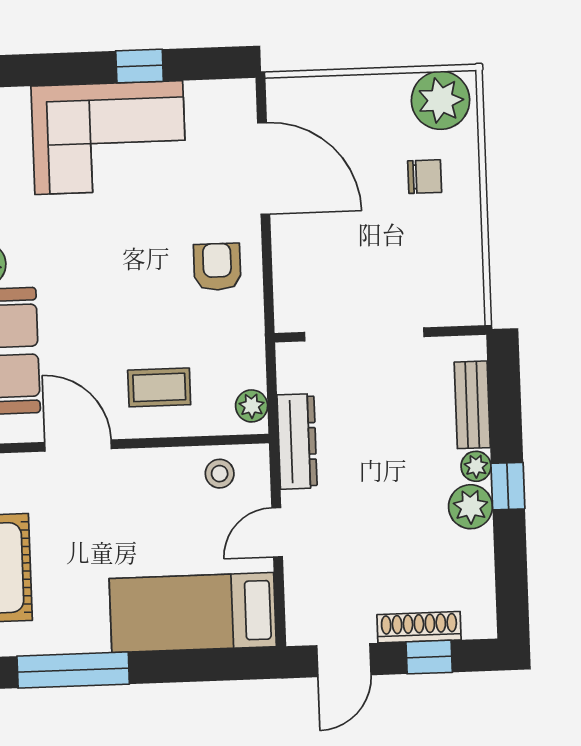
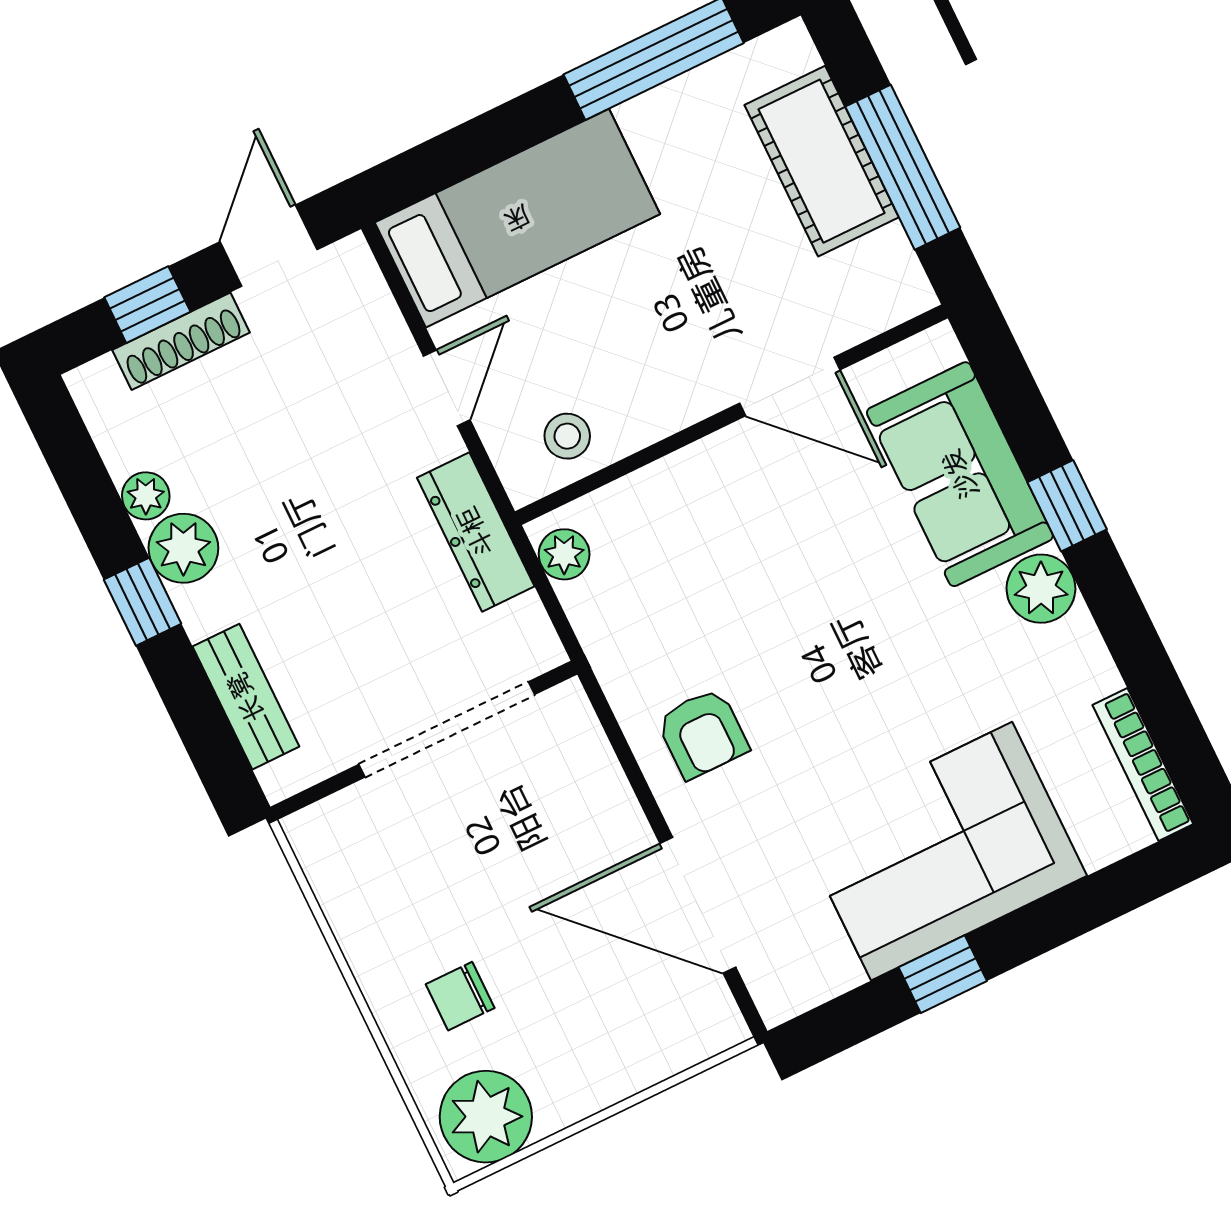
coffee table: (159, 387) -> (709, 522), removed
plant: (476, 466) -> (146, 496), moved

